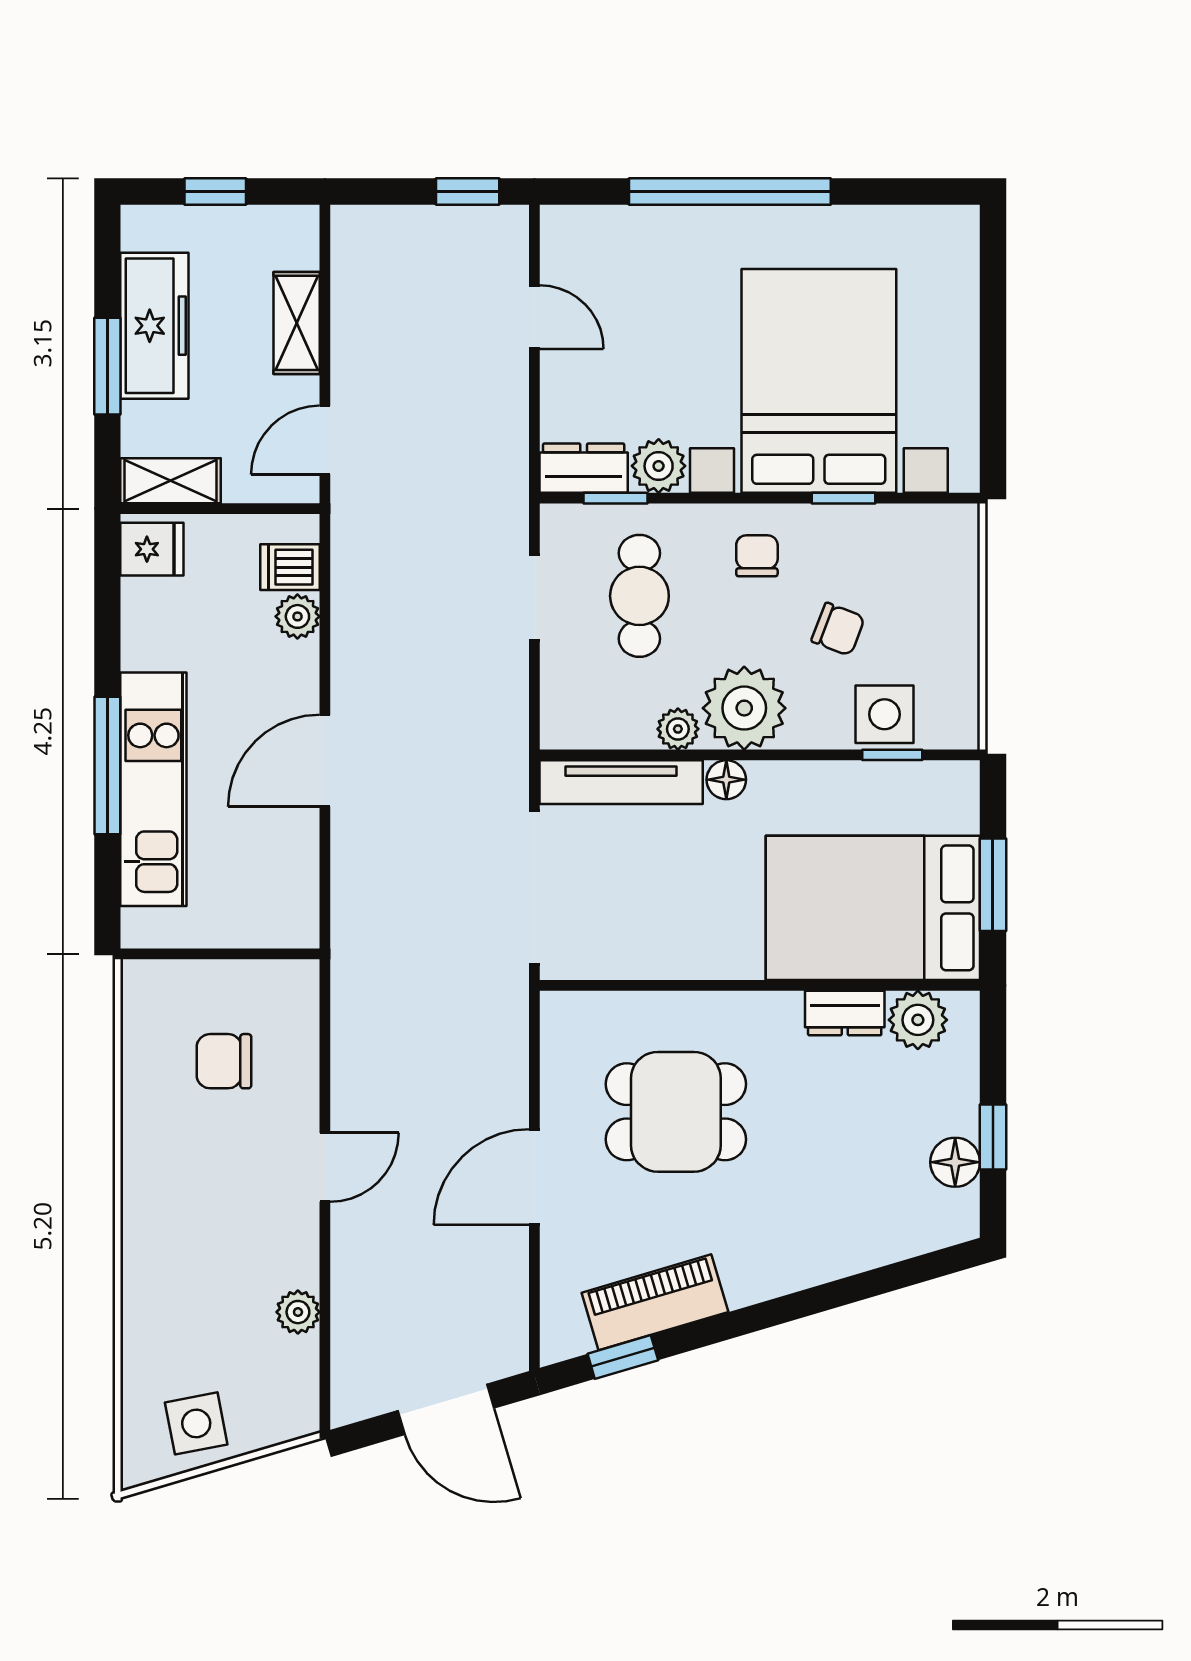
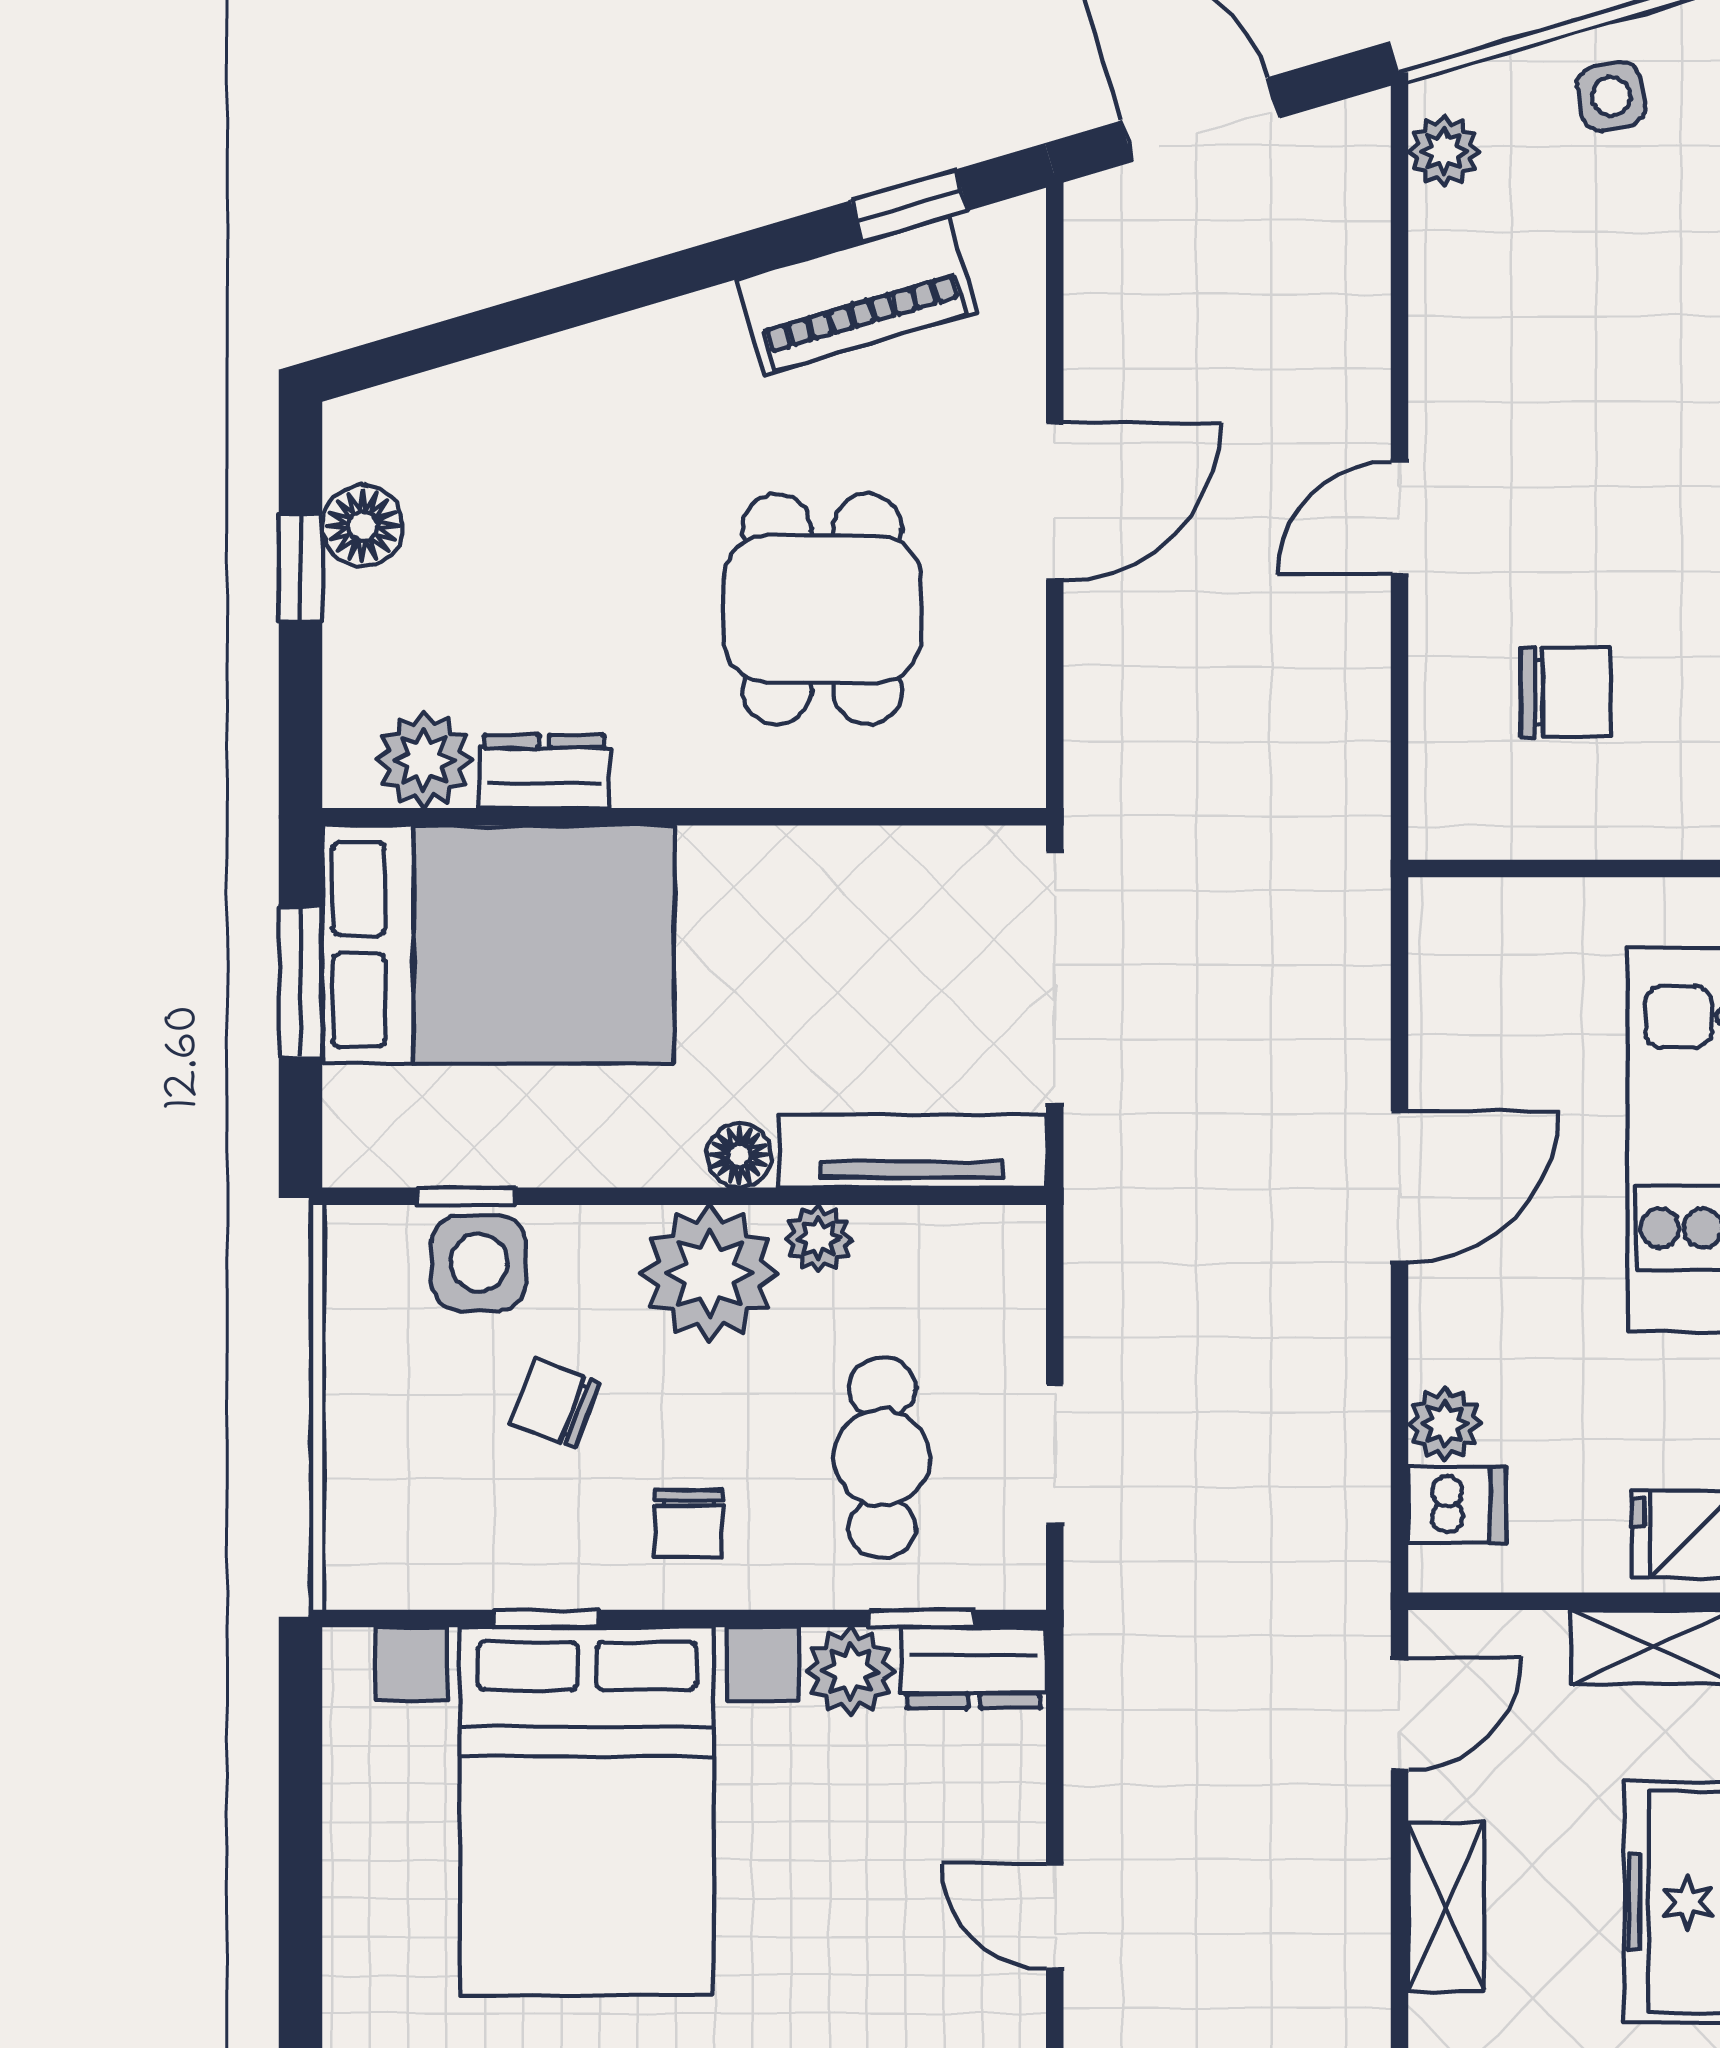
dining table: (676, 1112) -> (822, 609), turned 90
plant: (298, 1312) -> (1444, 151), moved
side table: (196, 1423) -> (1611, 96), width x0.73, depth x0.73

